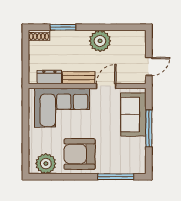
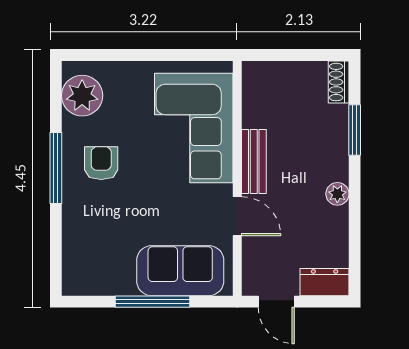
plant: (100, 41) -> (337, 194), width x0.53, depth x0.53
dresser: (49, 77) -> (325, 282), moved, turned -90
armchair: (80, 154) -> (101, 163), width x0.53, depth x0.53
window: (116, 177) -> (56, 168), moved

